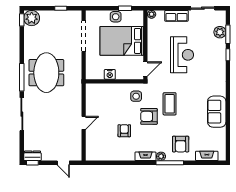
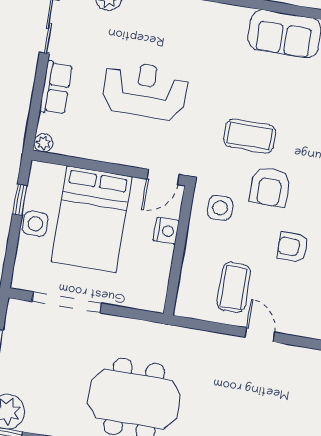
door: (145, 69) -> (163, 177), swing flipped
nightstand: (110, 74) -> (166, 231), moved
coffee table: (102, 108) -> (234, 287), added

